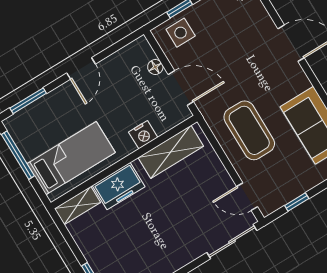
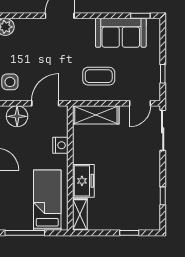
floor lamp: (155, 67) -> (17, 116), width x1.89, depth x1.89
coffee table: (249, 130) -> (99, 76), width x0.73, depth x0.76
shelving: (171, 152) -> (96, 115), moved, turned 90

